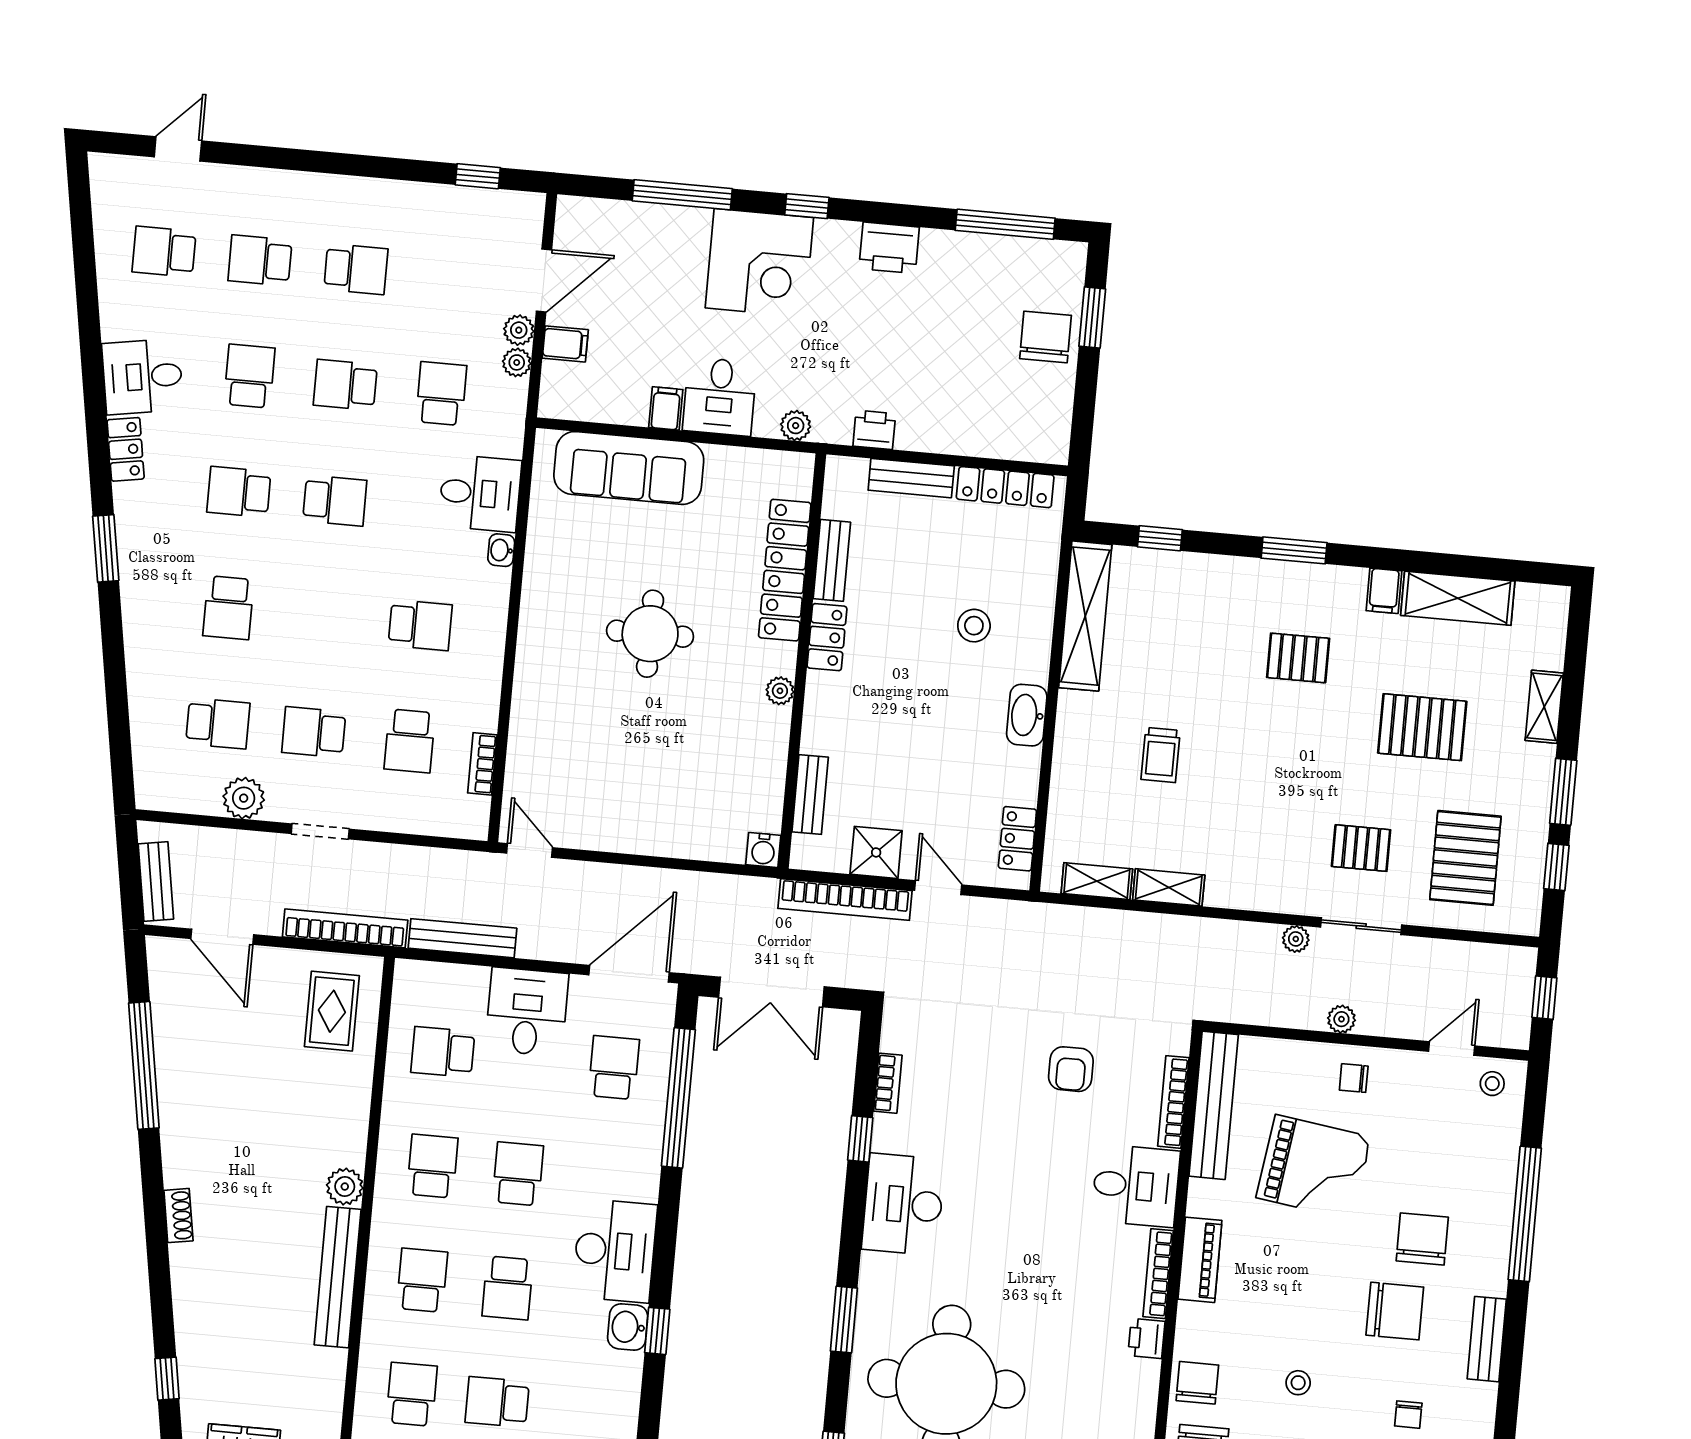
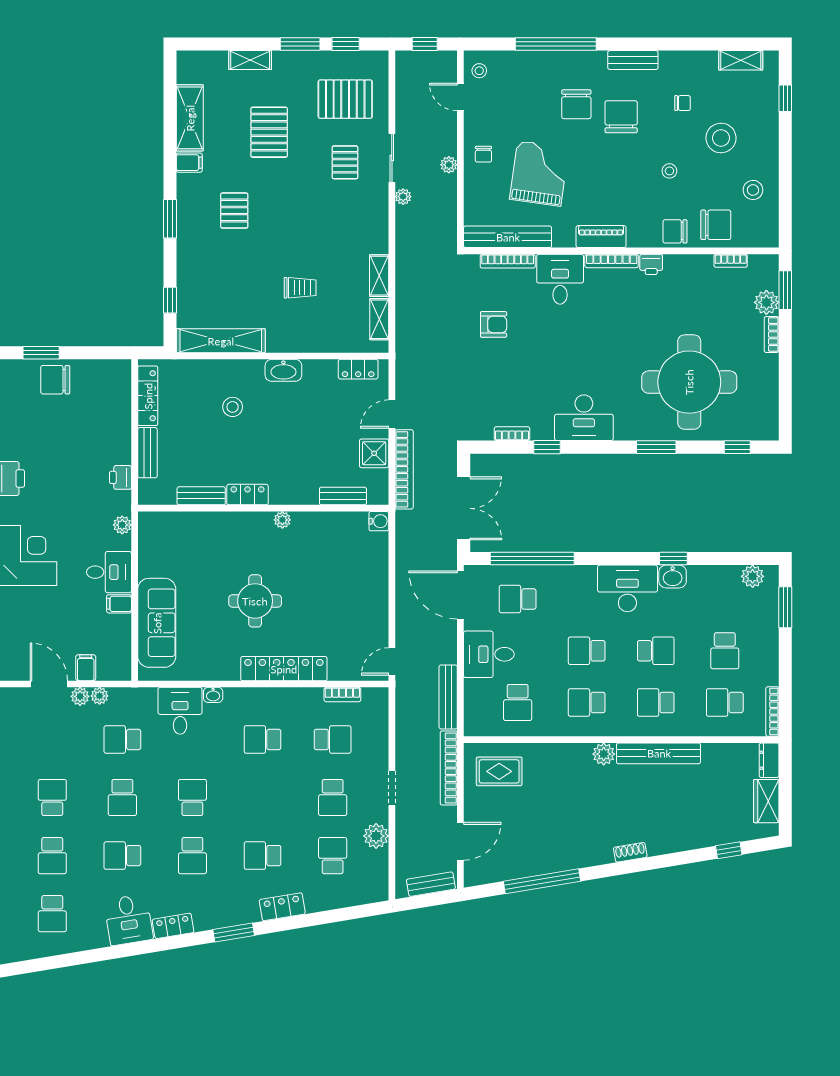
locker: (785, 570) -> (284, 669), moved, turned 180
school desk: (228, 608) -> (263, 856), turned 180
school desk: (420, 625) -> (263, 739), turned -90
locker: (141, 633) -> (282, 907), added
chair: (1422, 1239) -> (576, 104), turned -90

